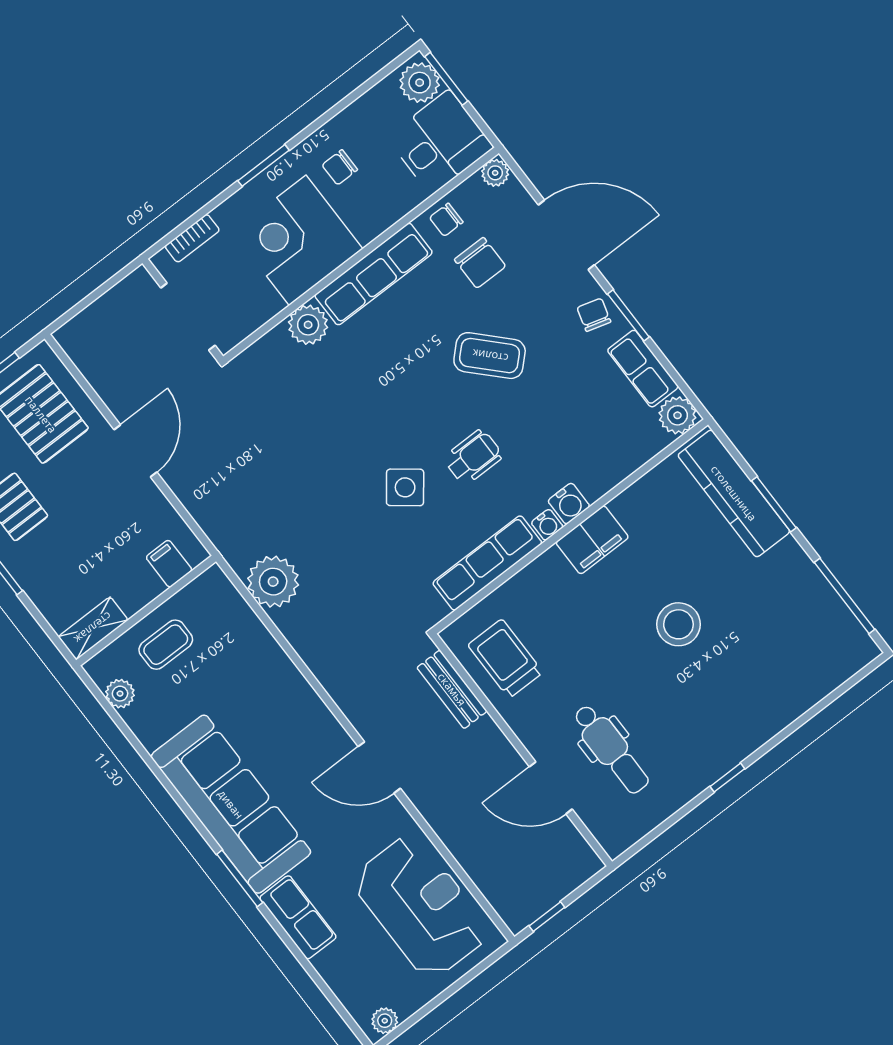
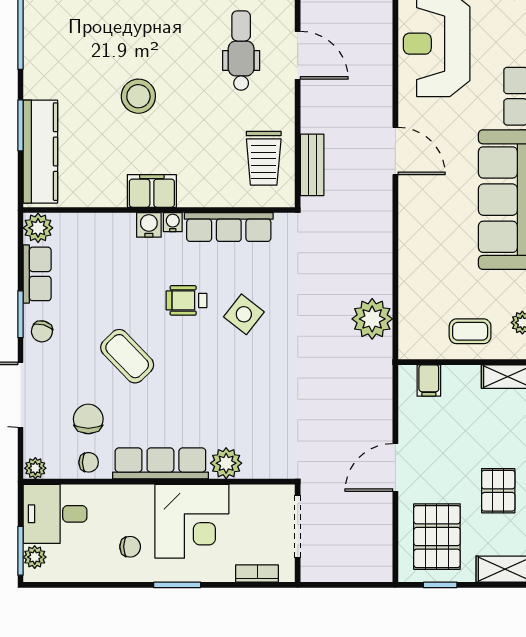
plant: (420, 83) -> (35, 557), width x0.73, depth x0.73

